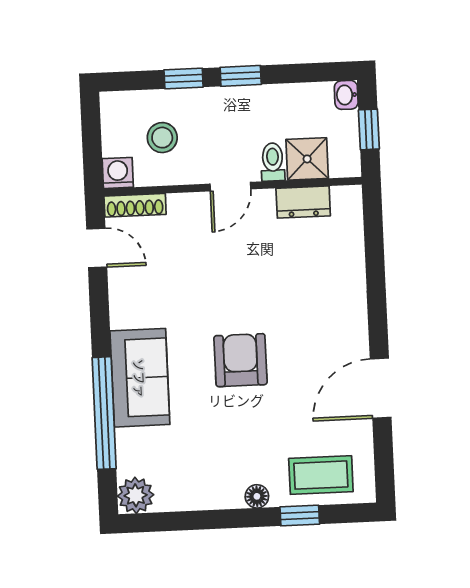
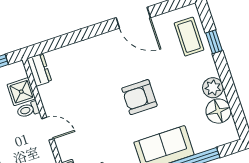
dresser: (303, 202) -> (39, 70), moved
plant: (136, 495) -> (213, 88), moved
floor lamp: (257, 496) -> (218, 111), moved, width x1.89, depth x1.89

